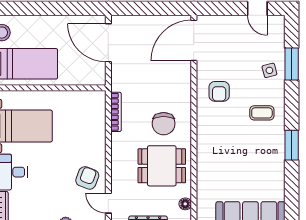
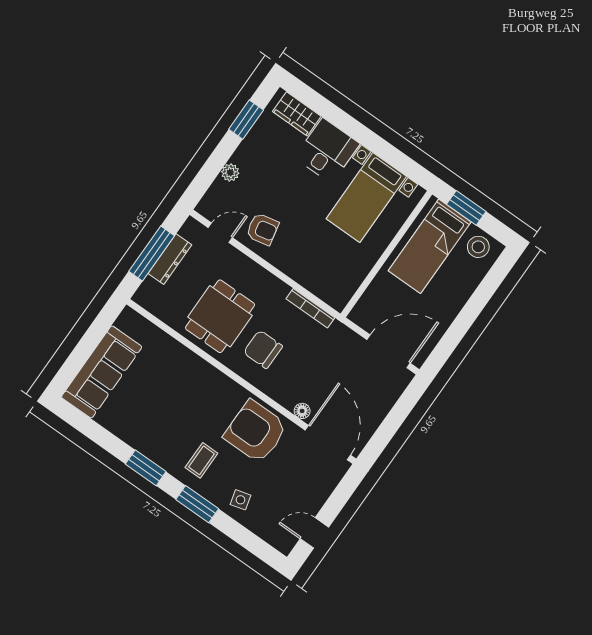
window: (292, 64) -> (197, 504), moved
armchair: (219, 91) -> (256, 432), width x1.88, depth x1.88
armchair: (87, 178) -> (262, 229), turned -33
floor lamp: (185, 204) -> (302, 411), moved

